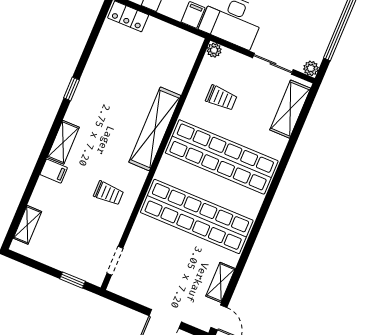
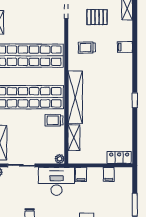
trolley: (221, 98) -> (54, 120), moved
shelving: (63, 142) -> (74, 138), moved
pallet: (76, 231) -> (97, 17), added

